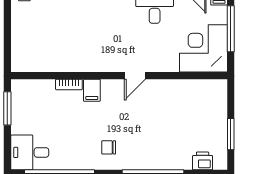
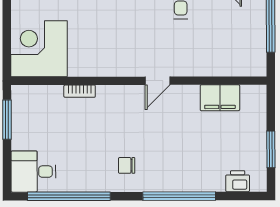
corner desk: (203, 48) -> (39, 49), moved
filing cabinet: (92, 90) -> (220, 98), moved, width x2.00

